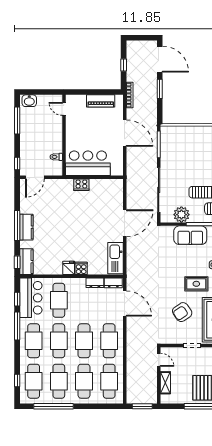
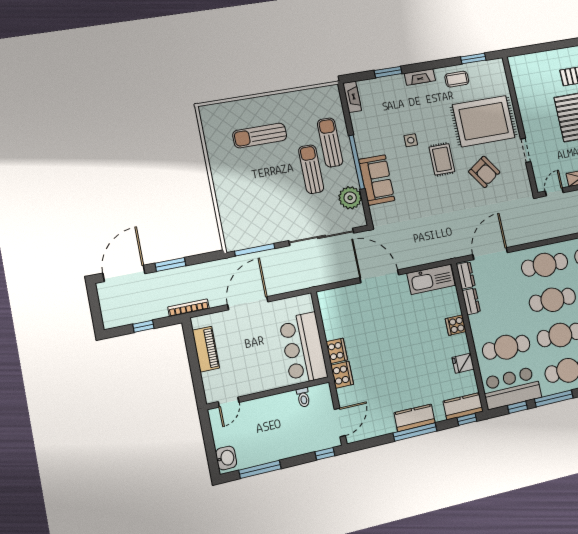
door: (35, 177) -> (340, 422), hinge flipped
cooker: (65, 185) -> (342, 375), added
fridge: (69, 268) -> (463, 363), moved

